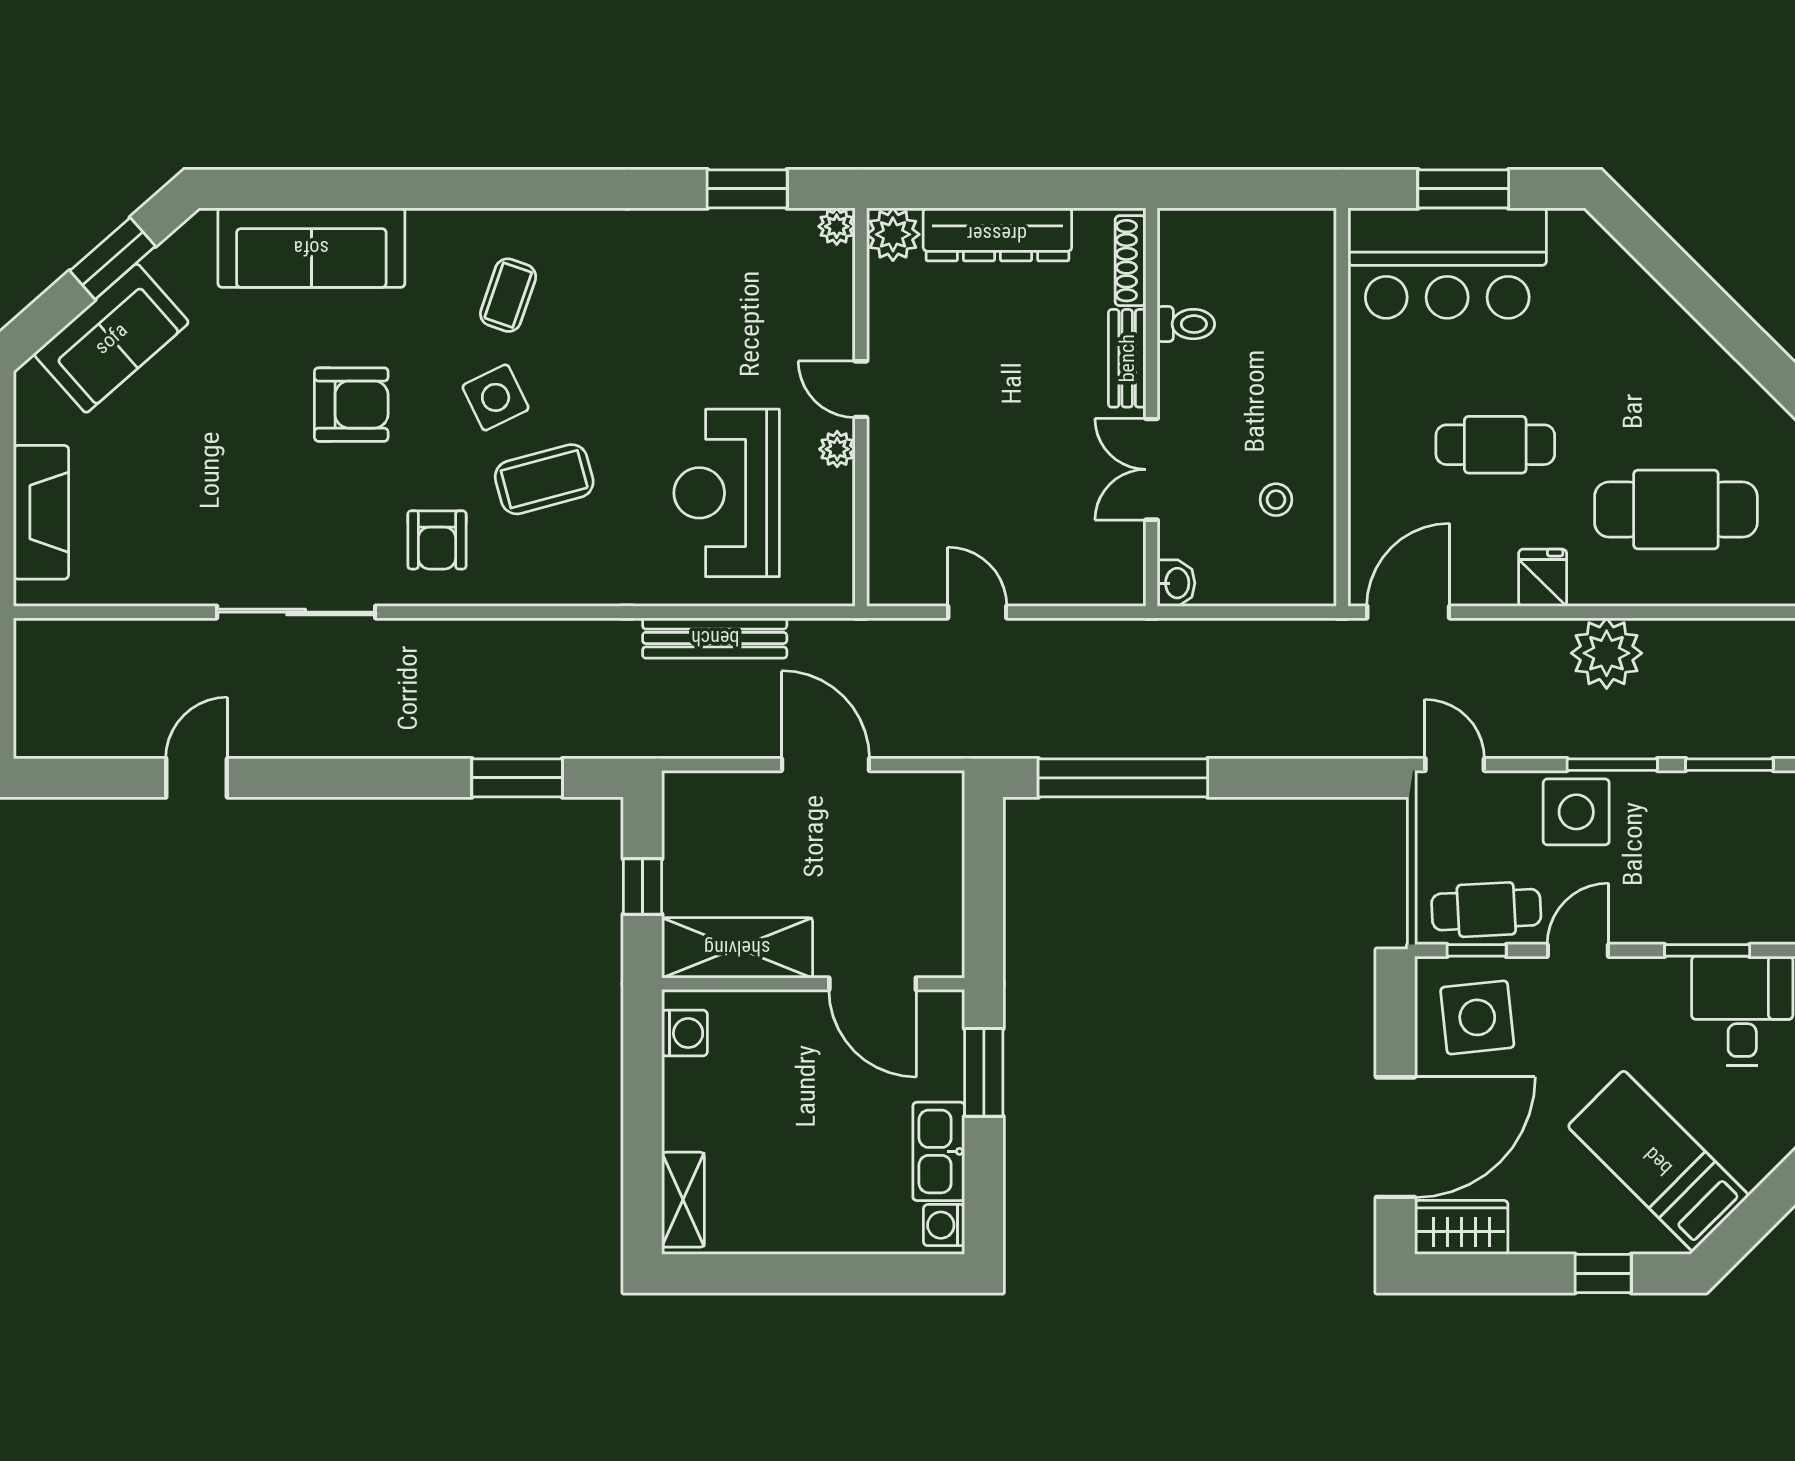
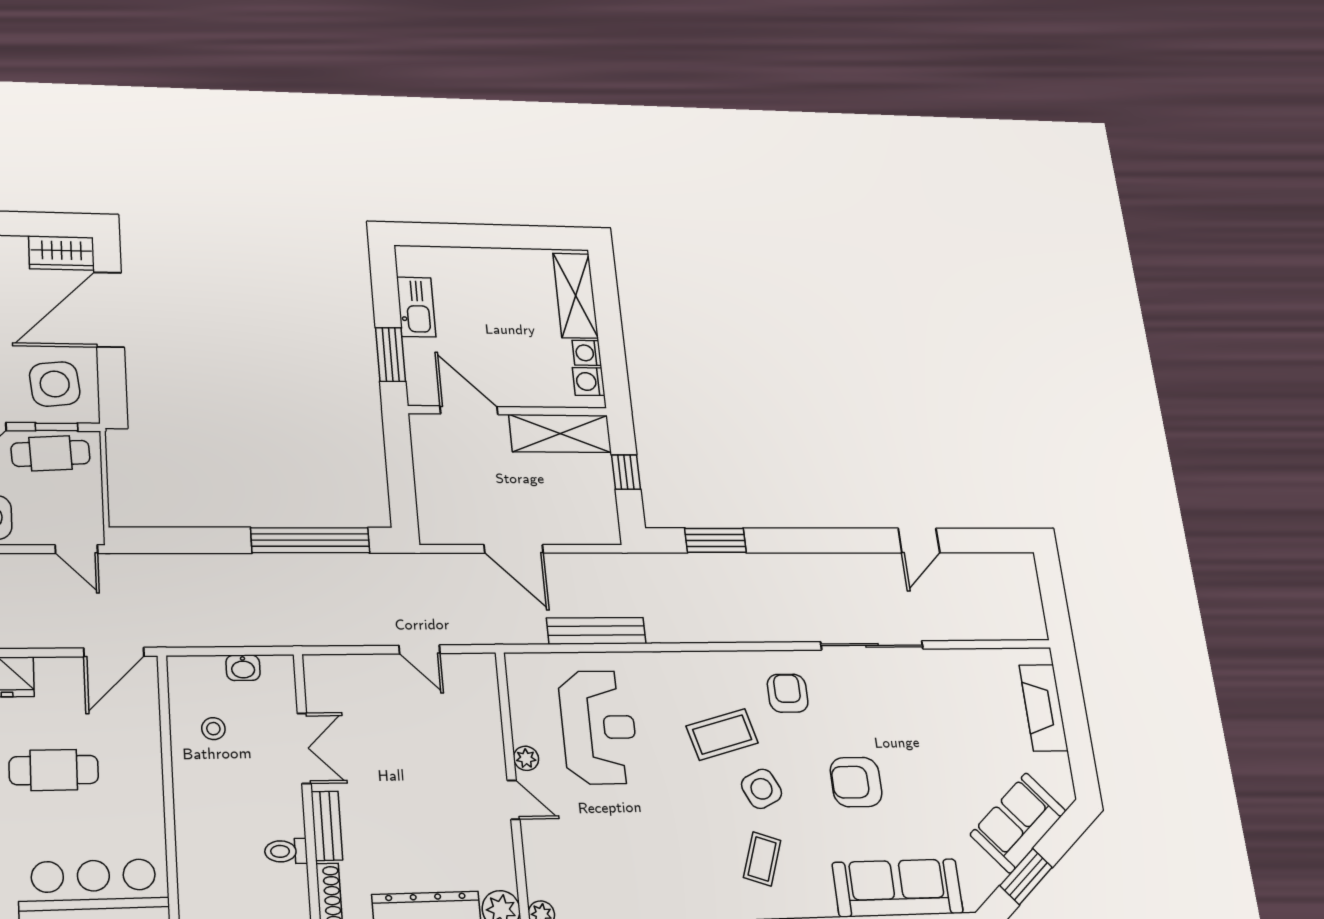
washbasin: (1176, 583) -> (243, 668), moved, turned -90
shelving: (683, 1200) -> (575, 296), width x1.50, depth x1.33
washing machine: (944, 1225) -> (587, 353), moved, turned 180

